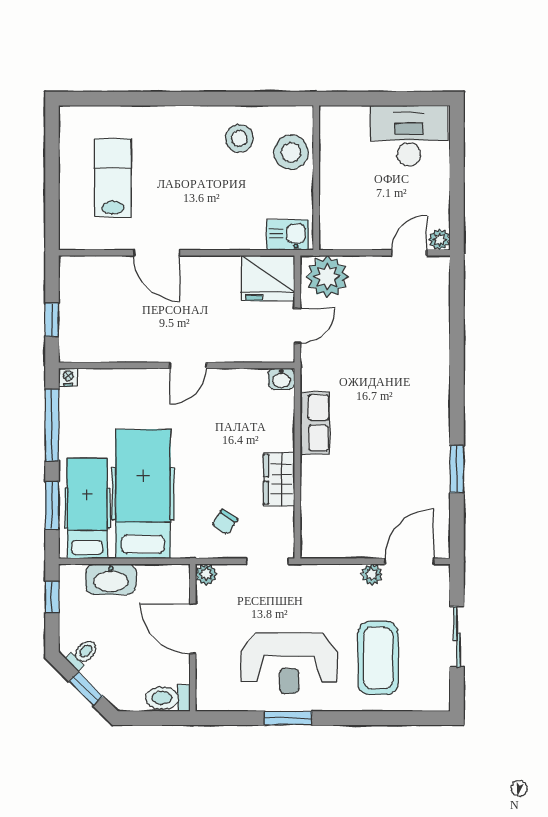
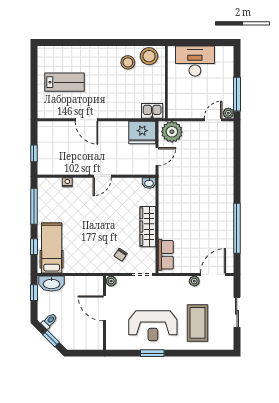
desk: (409, 136) -> (195, 61), moved
stool: (291, 152) -> (149, 56), moved
lab bench: (113, 178) -> (65, 82), turned 90
window: (457, 201) -> (237, 94), added
nightstand: (68, 377) -> (67, 182), moved
row of seats: (315, 423) -> (166, 255), moved
window: (457, 469) -> (237, 228), width x2.11
wardrobe: (279, 479) -> (148, 227), width x1.50
hospital bed: (143, 494) -> (80, 241), removed
window: (52, 506) -> (34, 247), width x0.67
washbasin: (111, 579) -> (51, 284), moved
toilet: (168, 698) -> (92, 343), removed

